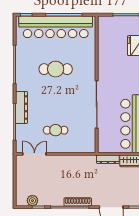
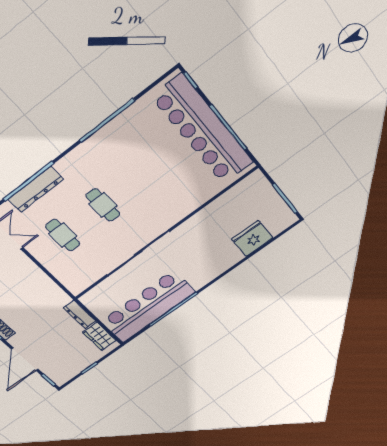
cafe table: (56, 69) -> (103, 205), moved, width x0.73, depth x0.74
dresser: (21, 107) -> (36, 189), moved

